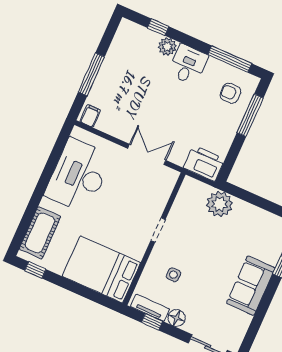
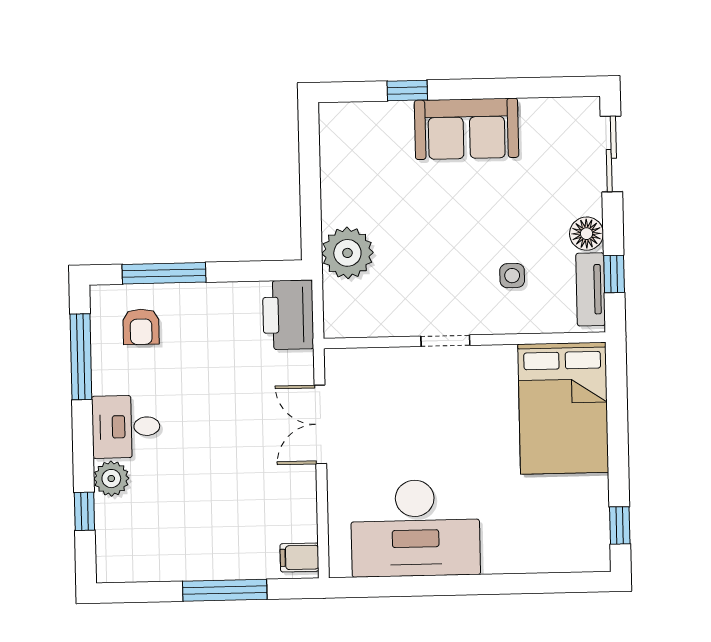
cot: (40, 233) -> (550, 548), removed

